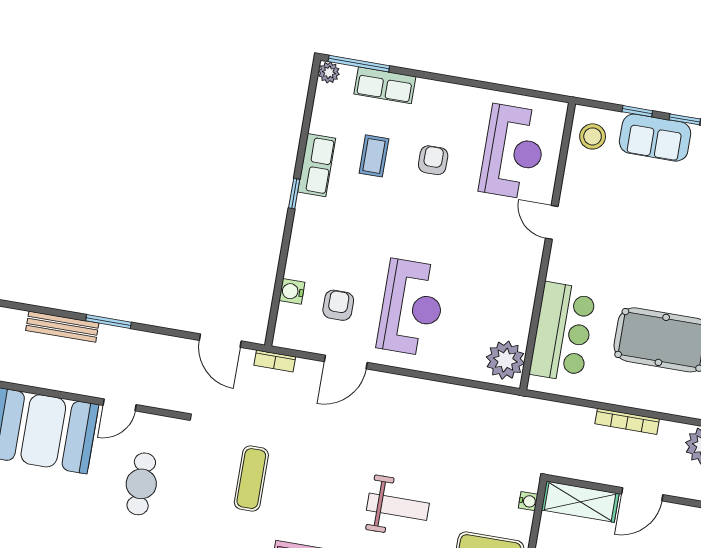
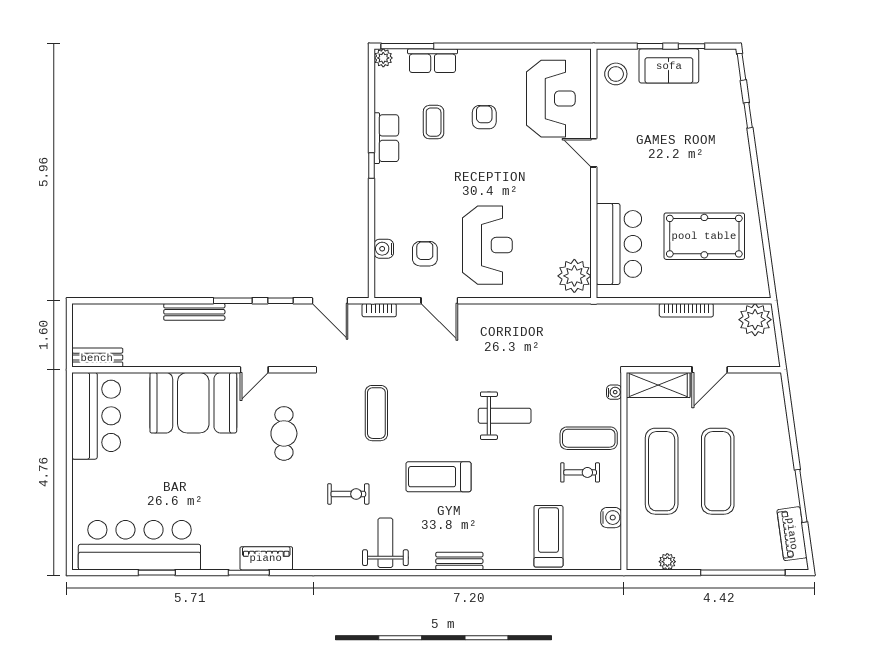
window: (163, 331) -> (281, 301), added
door: (346, 362) -> (439, 301), hinge flipped

